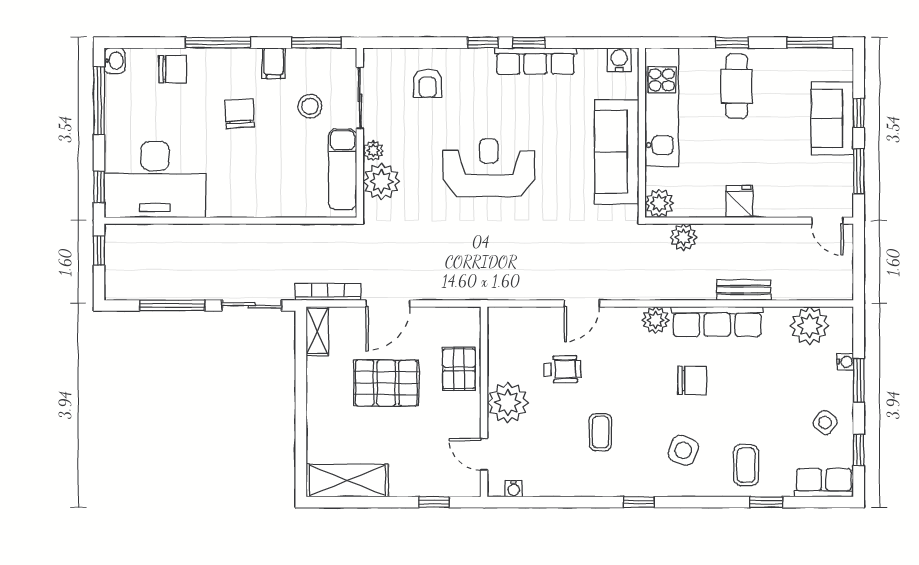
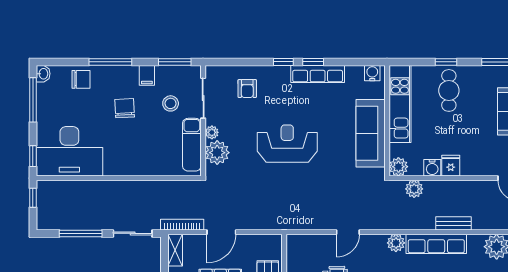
water cooler: (711, 205) -> (432, 168), added

